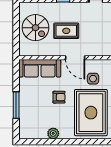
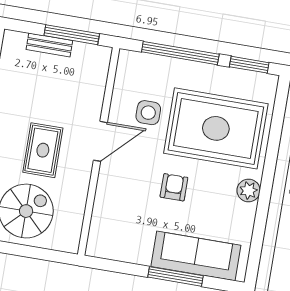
sofa: (40, 68) -> (196, 256), moved, turned -90
plant: (53, 133) -> (249, 190), moved

